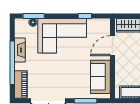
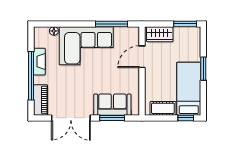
window: (34, 16) -> (55, 24), removed
window: (85, 16) -> (112, 24), width x2.17
sofa: (100, 77) -> (112, 105), moved, turned 90

